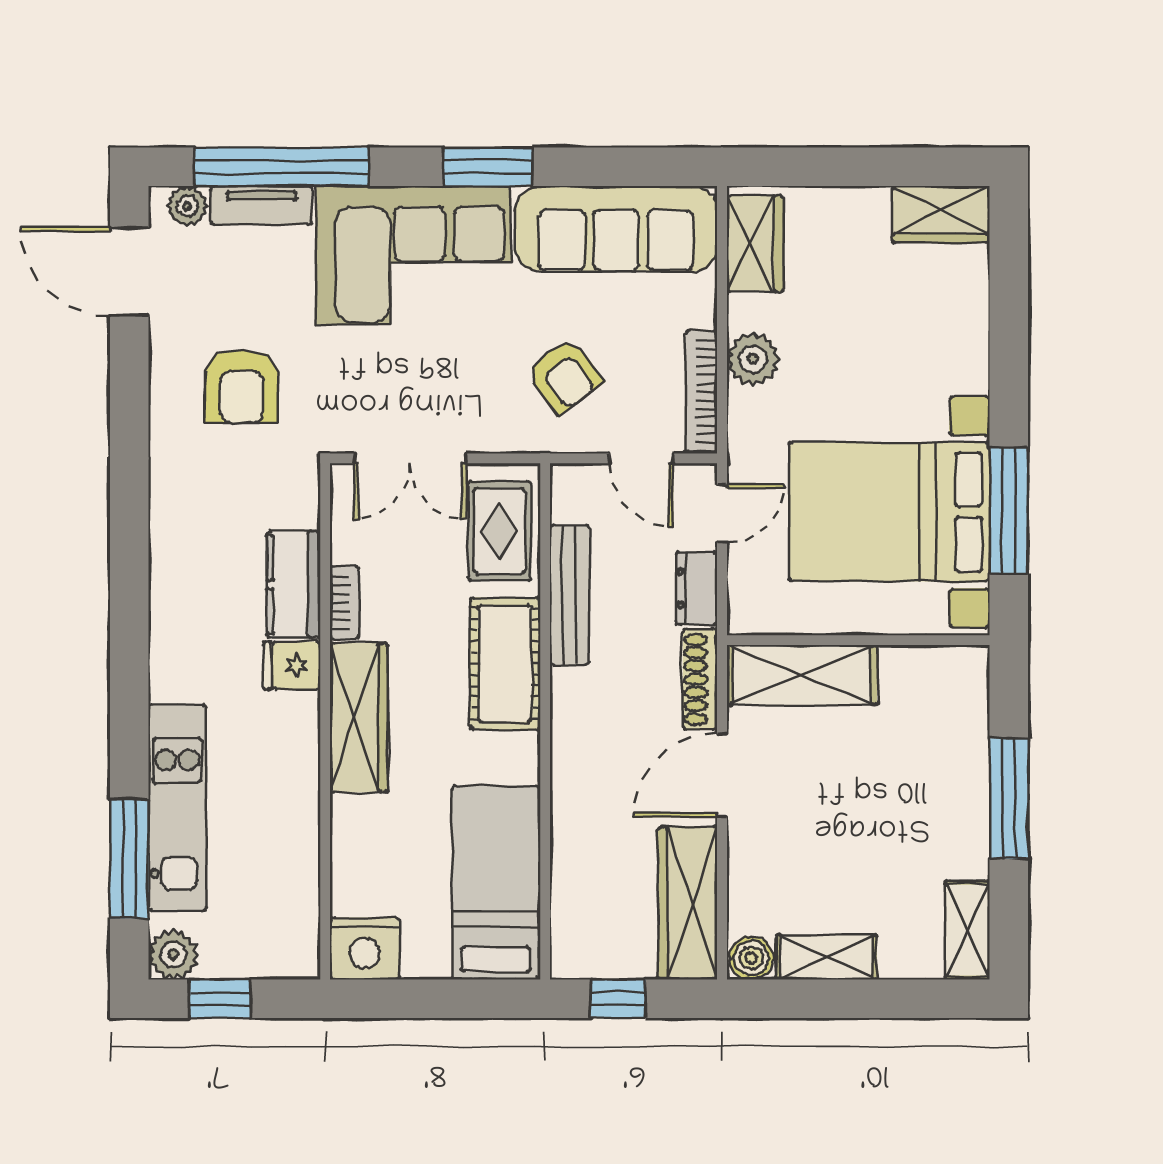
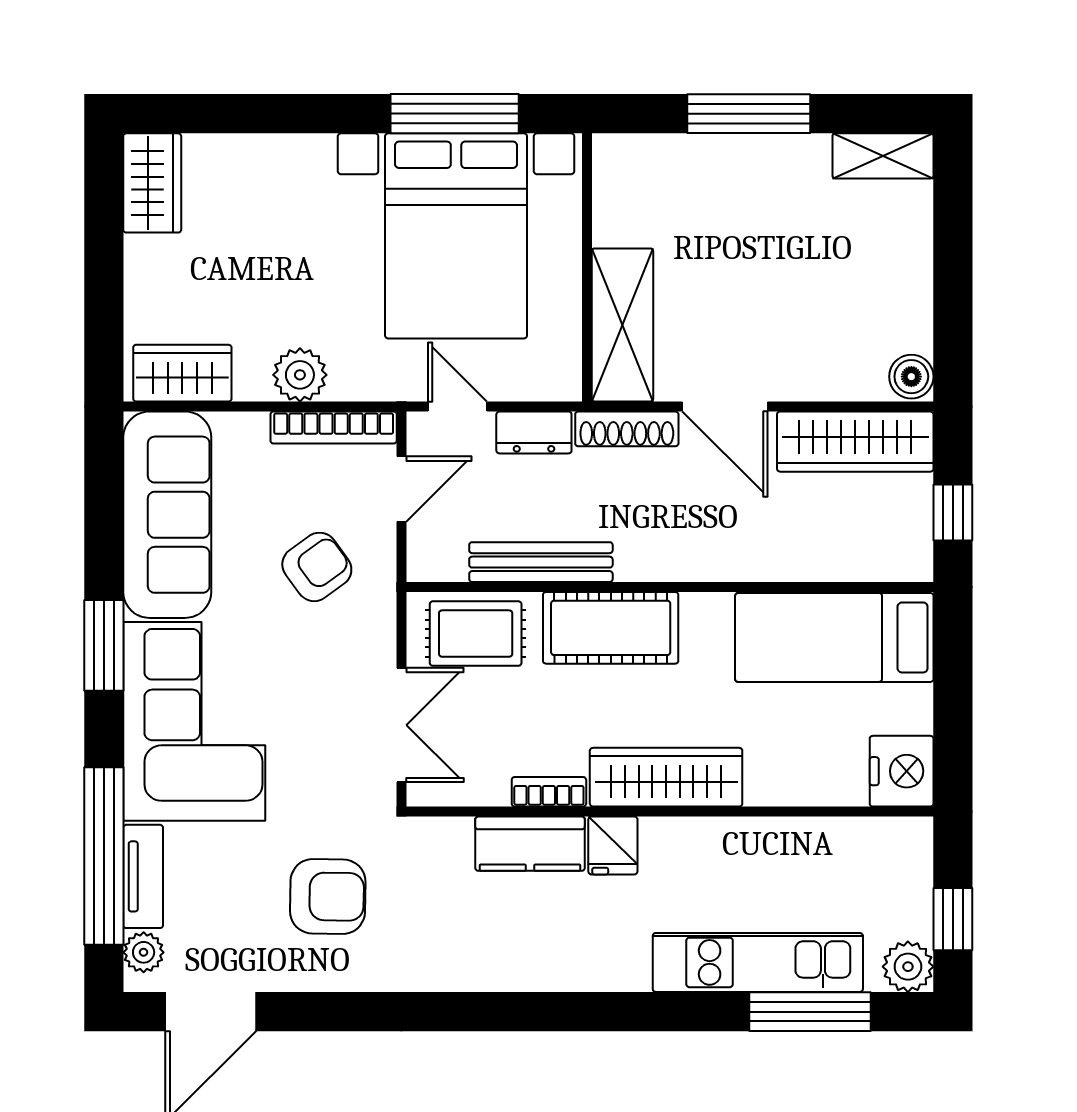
shelving: (827, 957) -> (910, 300), removed

